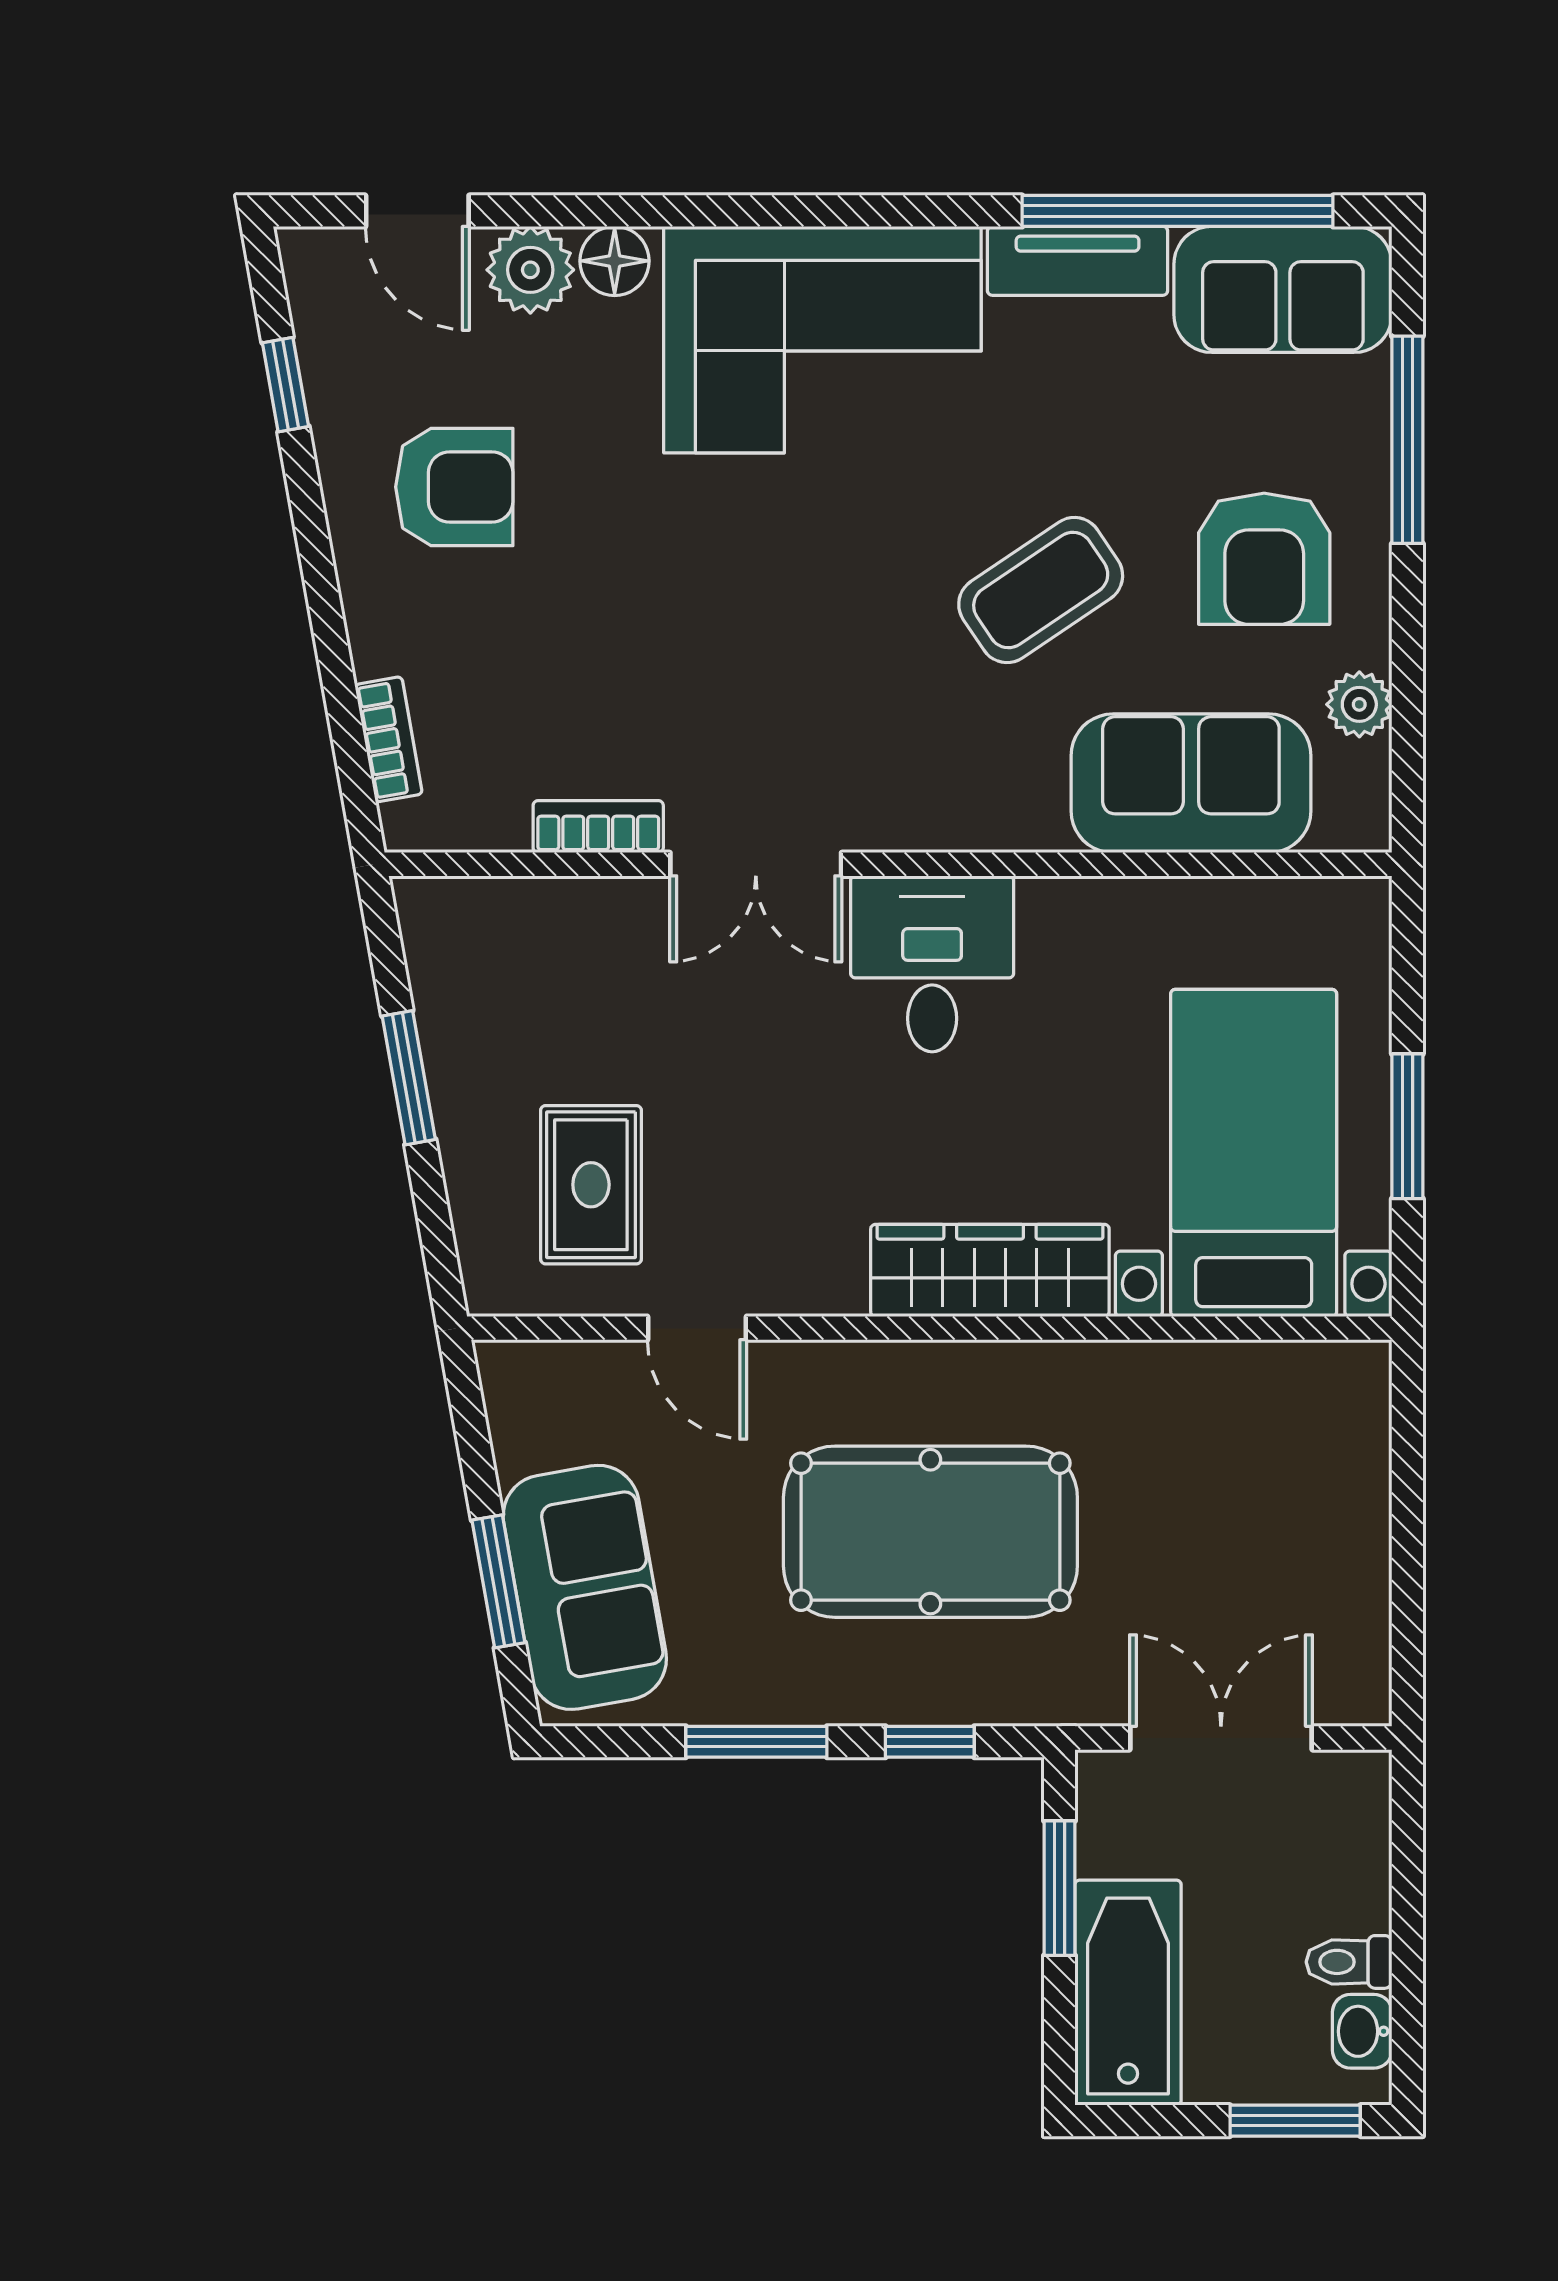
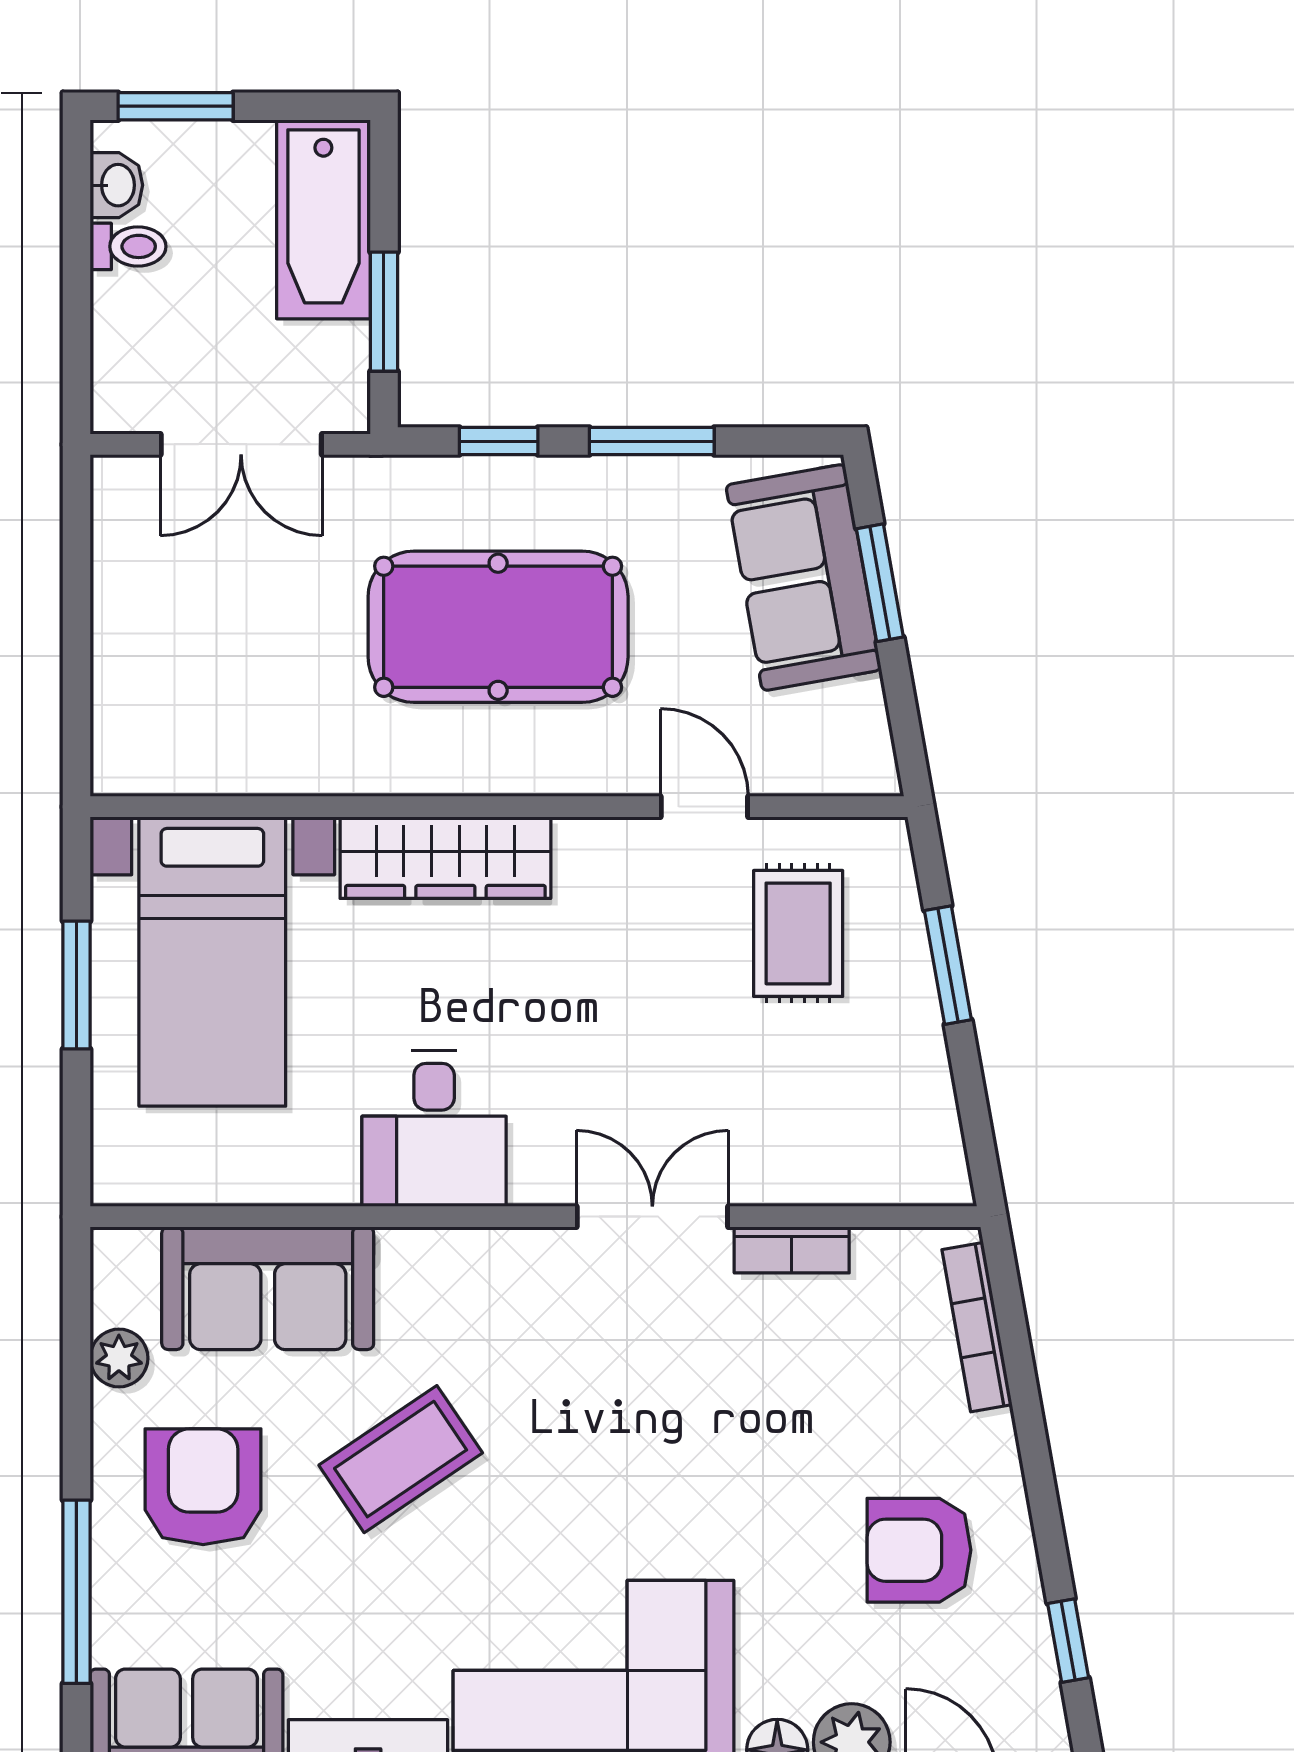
bookcase: (389, 739) -> (977, 1327), width x1.56
desk: (932, 964) -> (434, 1129), moved
window: (409, 1078) -> (948, 965), moved

